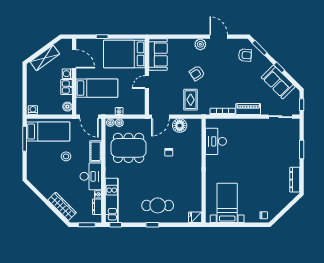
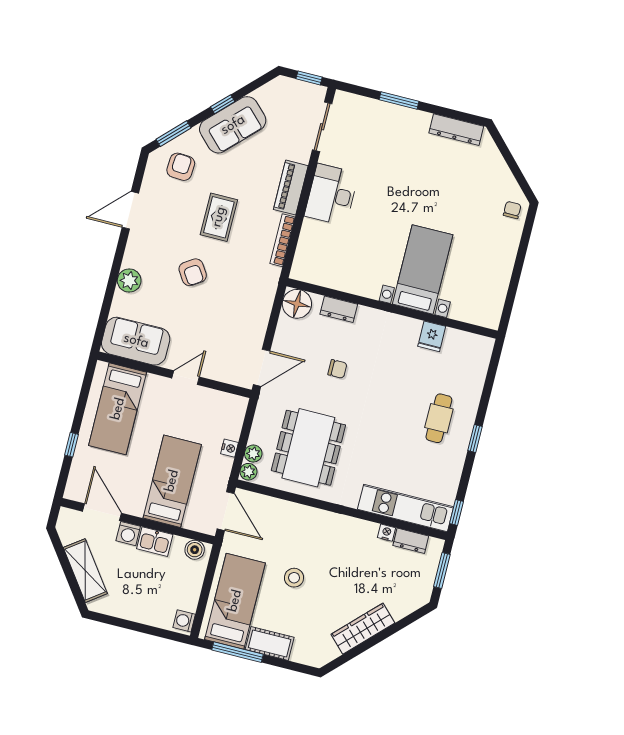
plant: (200, 44) -> (129, 281), moved
bed: (124, 54) -> (118, 409), width x0.67
door: (74, 59) -> (102, 512), hinge flipped
door: (147, 82) -> (186, 378), swing flipped
sofa: (278, 82) -> (233, 125), moved
rug: (191, 100) -> (219, 217), moved, turned 90
door: (89, 117) -> (226, 511), hinge flipped
door: (160, 117) -> (262, 368), hinge flipped
floor lamp: (180, 126) -> (297, 304), moved
desk: (216, 141) -> (332, 195), moved, turned 90
dresser: (197, 146) -> (339, 309), added
cot: (96, 151) -> (270, 643), moved
desk: (91, 176) -> (347, 538), removed
bed with nightstands: (227, 203) -> (423, 269), moved, turned 90
cafe table: (158, 205) -> (439, 418), width x0.73, depth x0.74
wardrobe: (62, 206) -> (363, 629), moved
fridge: (195, 217) -> (432, 336), moved

